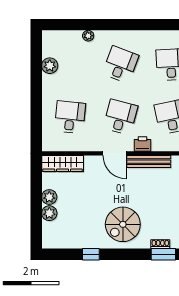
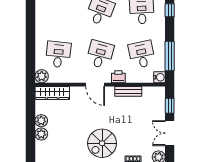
plant: (50, 66) -> (42, 76), moved
bench: (149, 162) -> (128, 91), width x0.73

